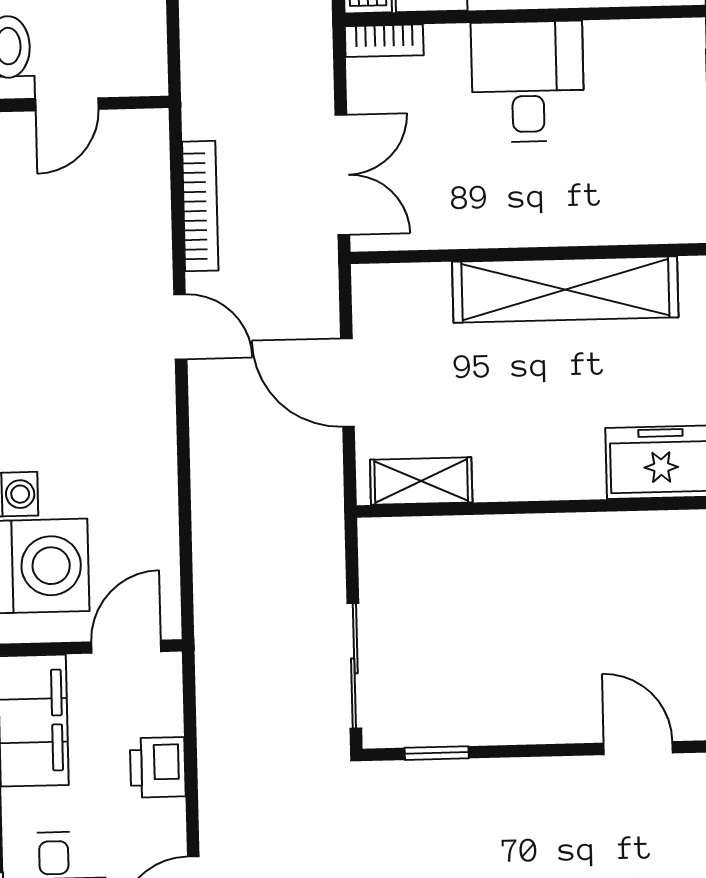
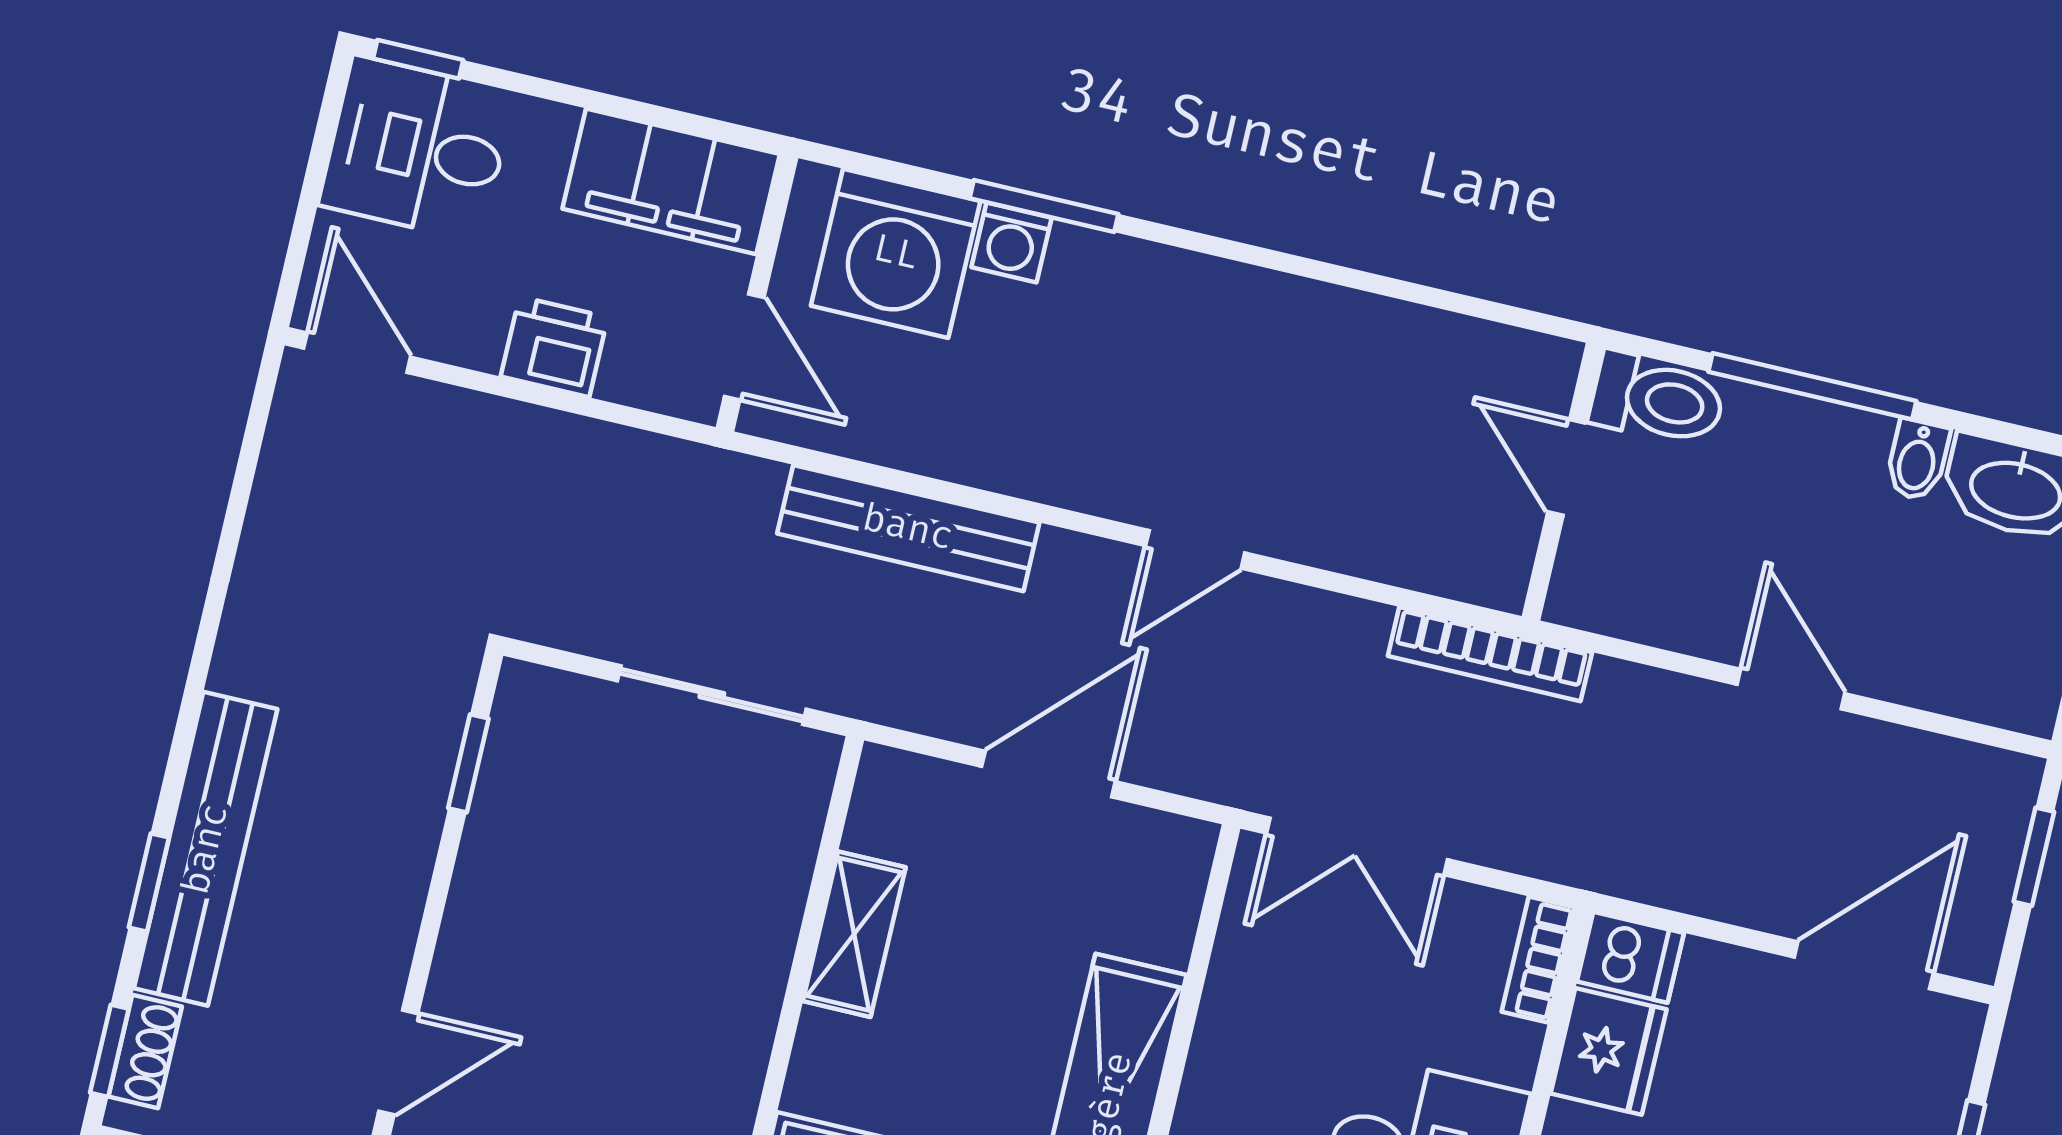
bookcase: (200, 206) -> (1490, 654), moved
shelving: (421, 481) -> (854, 934), moved
bench: (214, 512) -> (908, 528), added
sliding door: (354, 666) -> (712, 695), moved

